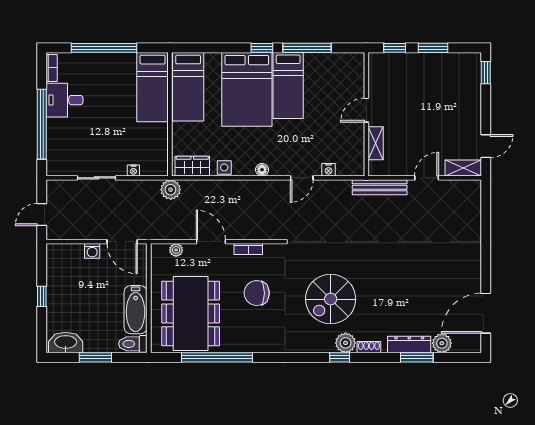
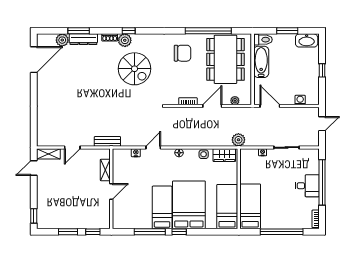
desk: (65, 100) -> (307, 186), moved
bench: (380, 187) -> (107, 141), width x0.73
door: (211, 242) -> (212, 106), swing flipped
washing machine: (92, 251) -> (300, 100), moved
chair: (257, 293) -> (182, 53), moved
spiral stairs: (331, 299) -> (134, 69), turned 90

